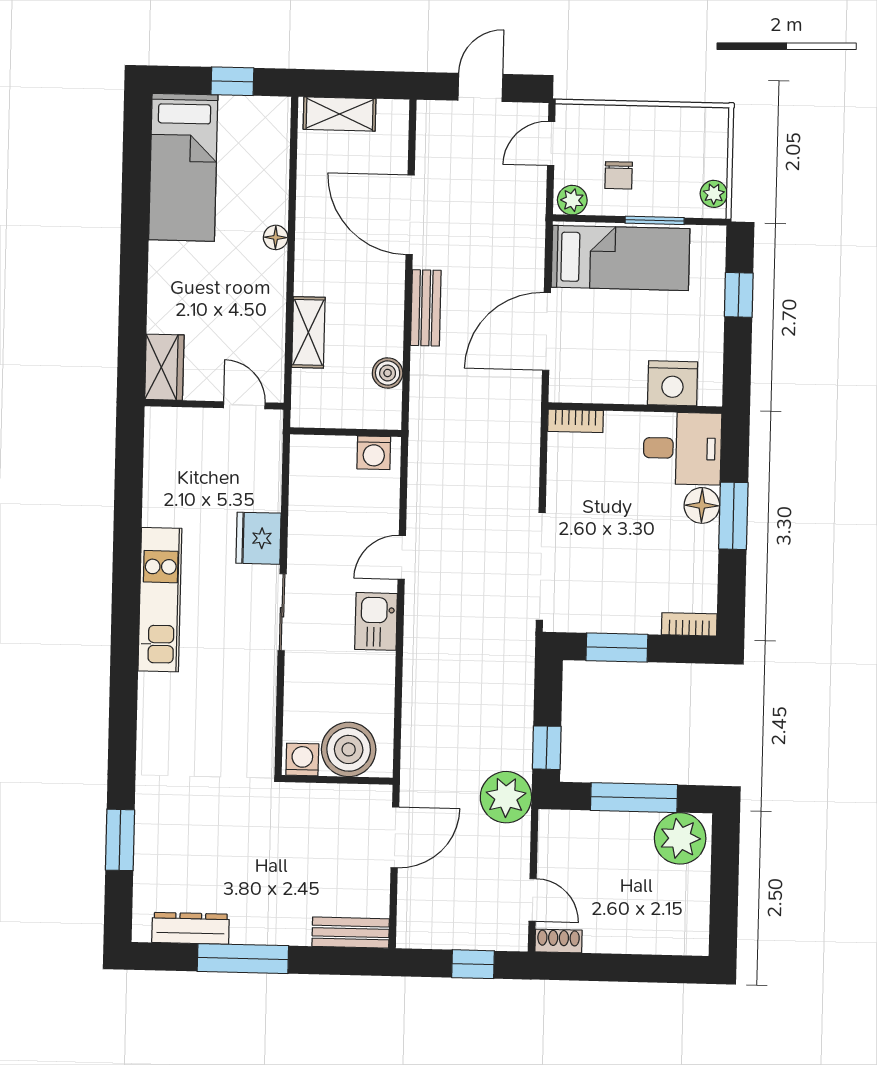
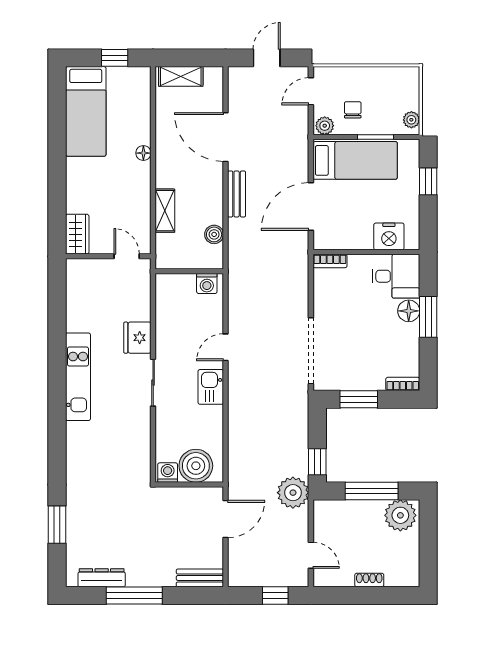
chair: (619, 175) -> (353, 110), turned 180
shoe rack: (558, 941) -> (369, 580), moved

